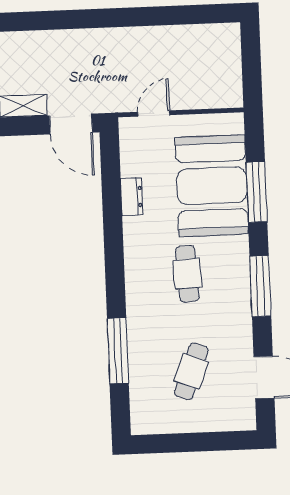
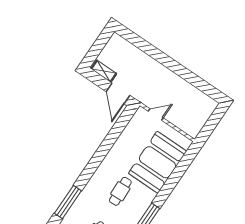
window: (257, 192) -> (174, 179), removed
dresser: (132, 197) -> (121, 142), removed

